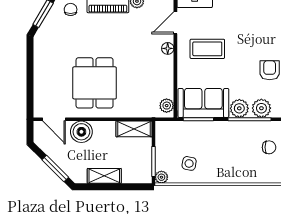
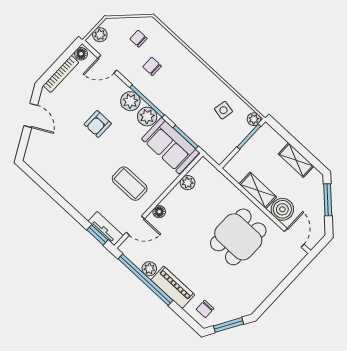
plant: (167, 106) -> (188, 183), moved
shelving: (134, 129) -> (258, 190), moved

